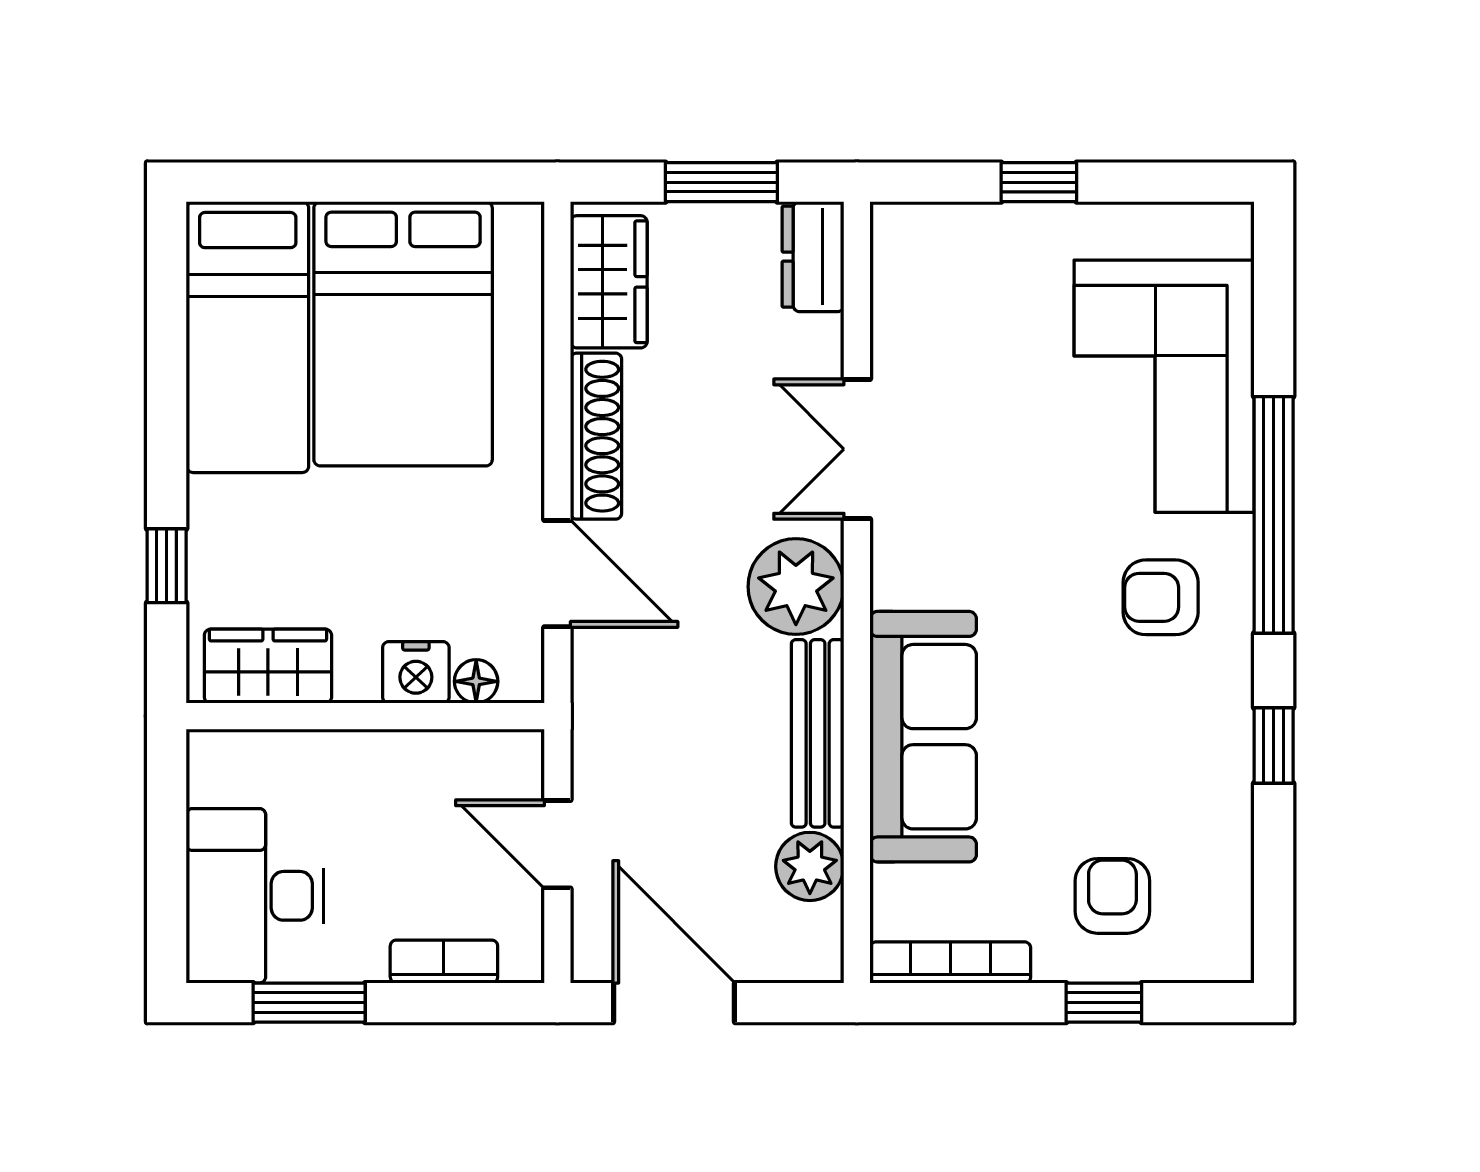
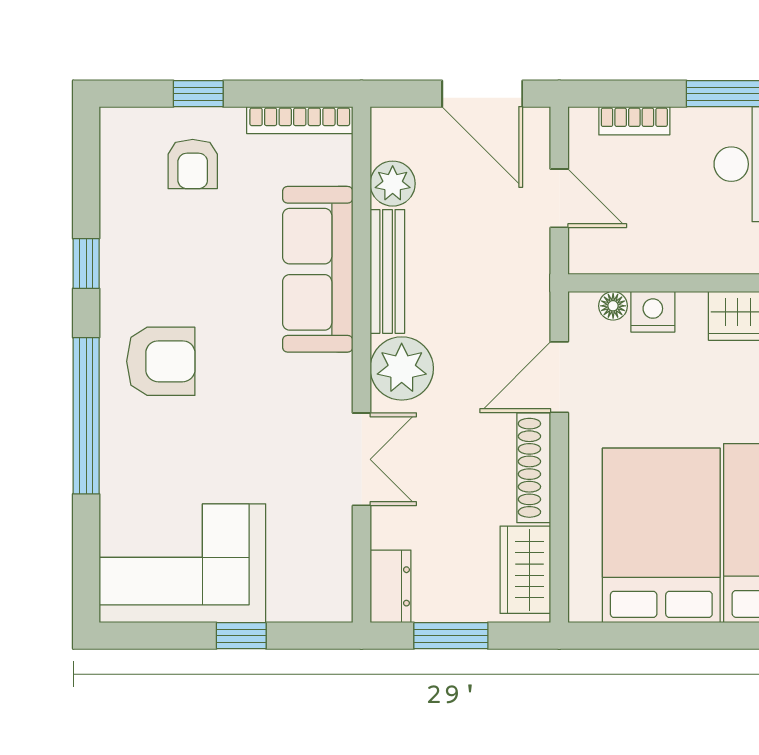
corner sofa: (1164, 386) -> (182, 563), moved, turned -90
door: (557, 574) -> (559, 377), hinge flipped
armchair: (1161, 597) -> (161, 361), width x1.38, depth x1.38

